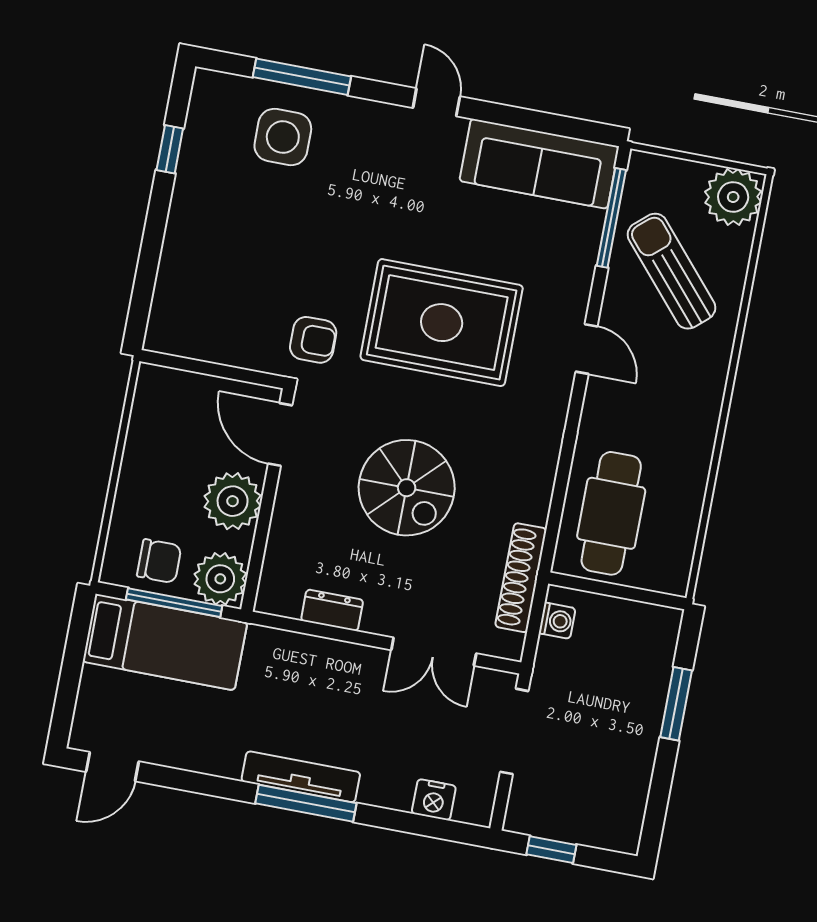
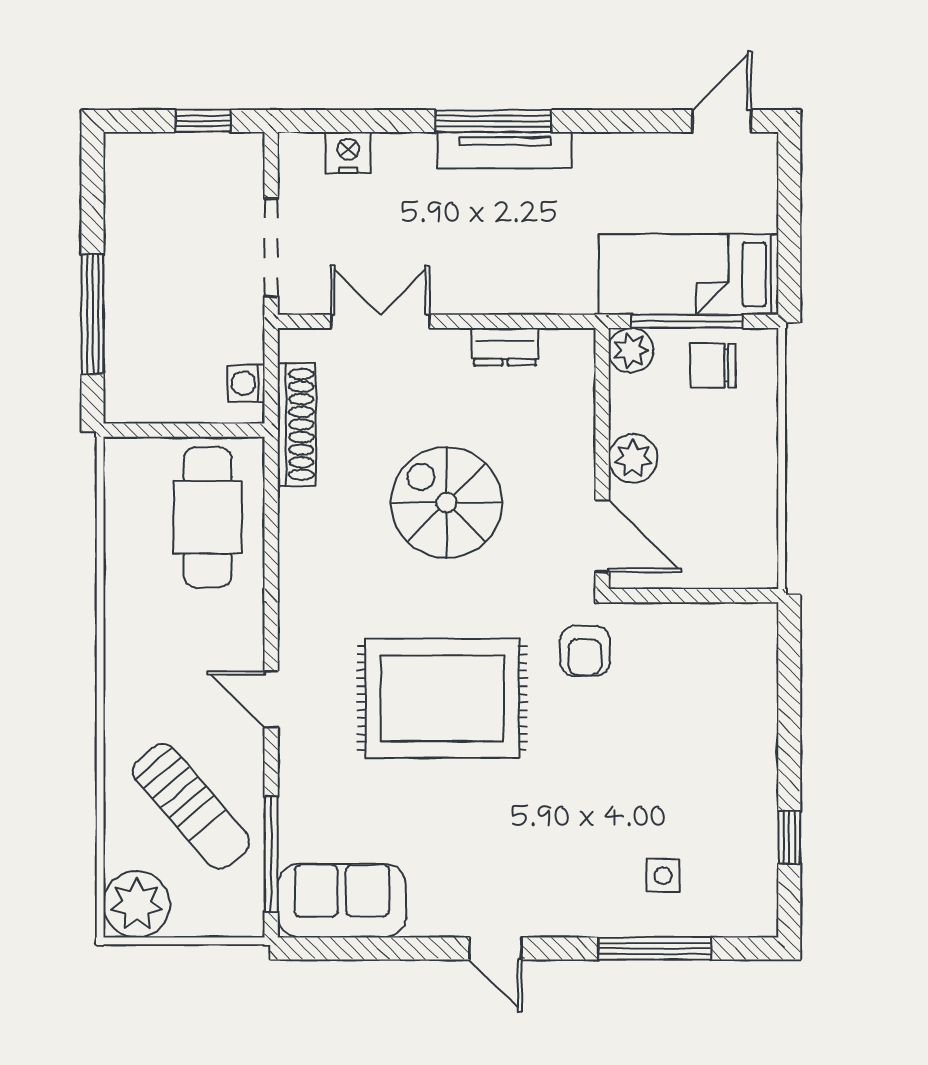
side table: (283, 137) -> (663, 876), width x0.54, depth x0.54
sofa: (539, 164) -> (342, 900), width x0.73
armchair: (313, 340) -> (585, 651), turned -90
plant: (233, 501) -> (633, 459), width x0.73, depth x0.73
plant: (220, 579) -> (631, 350), width x0.73, depth x0.73
window: (676, 704) -> (93, 314), width x1.44

